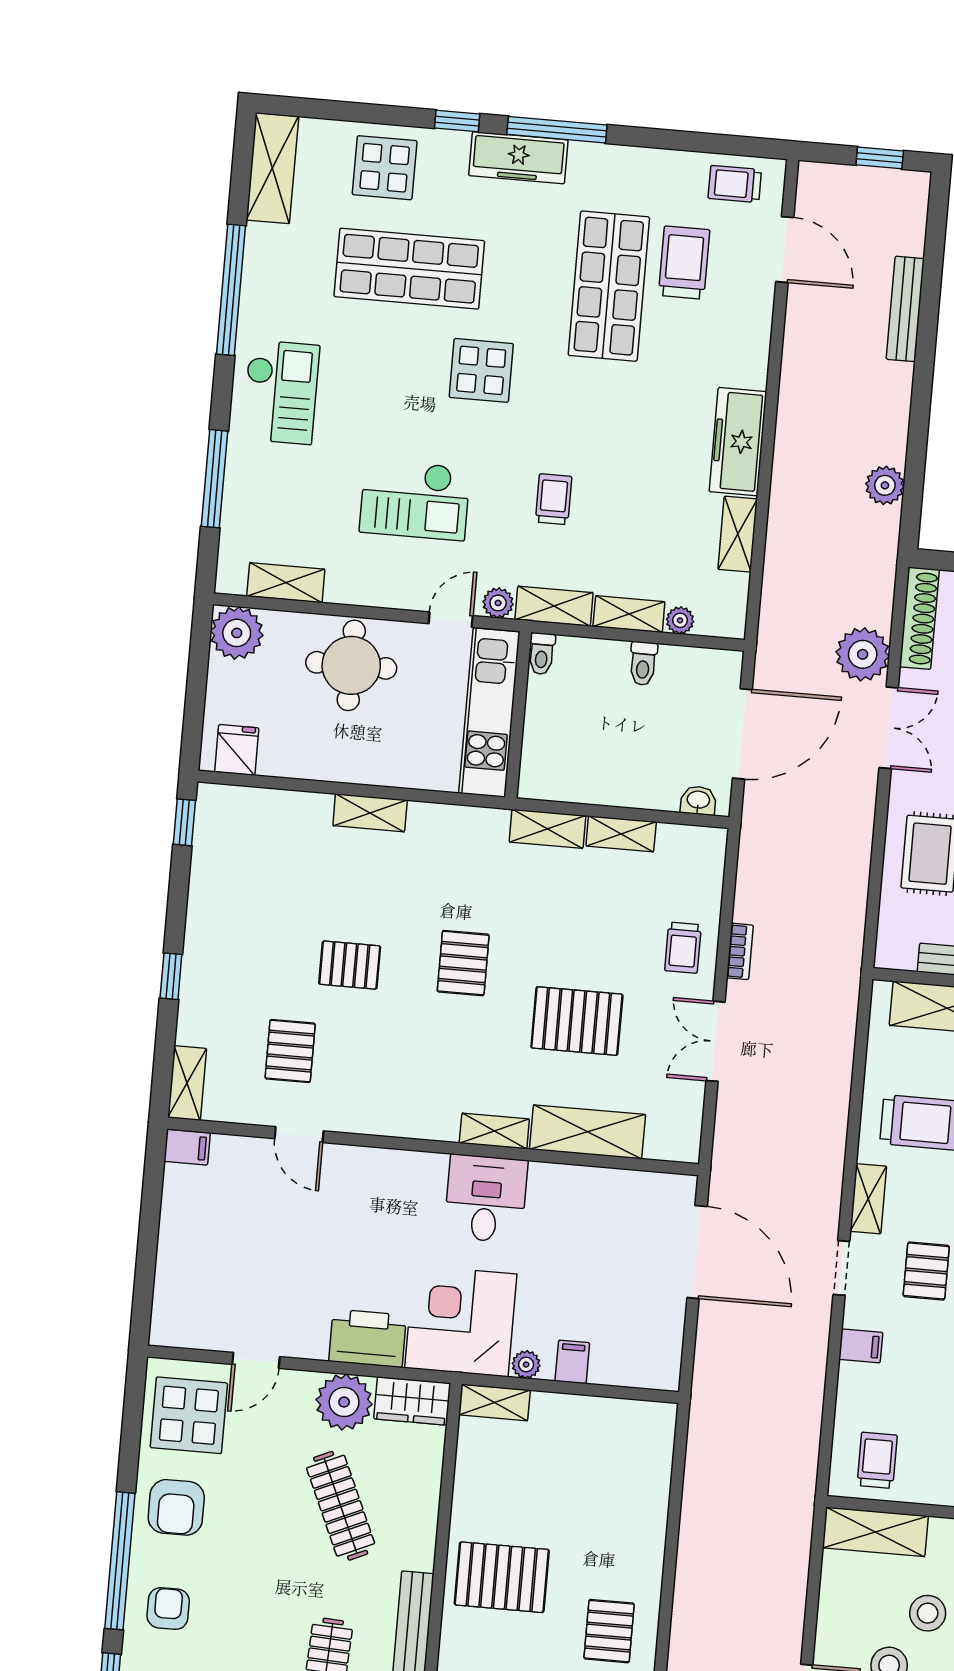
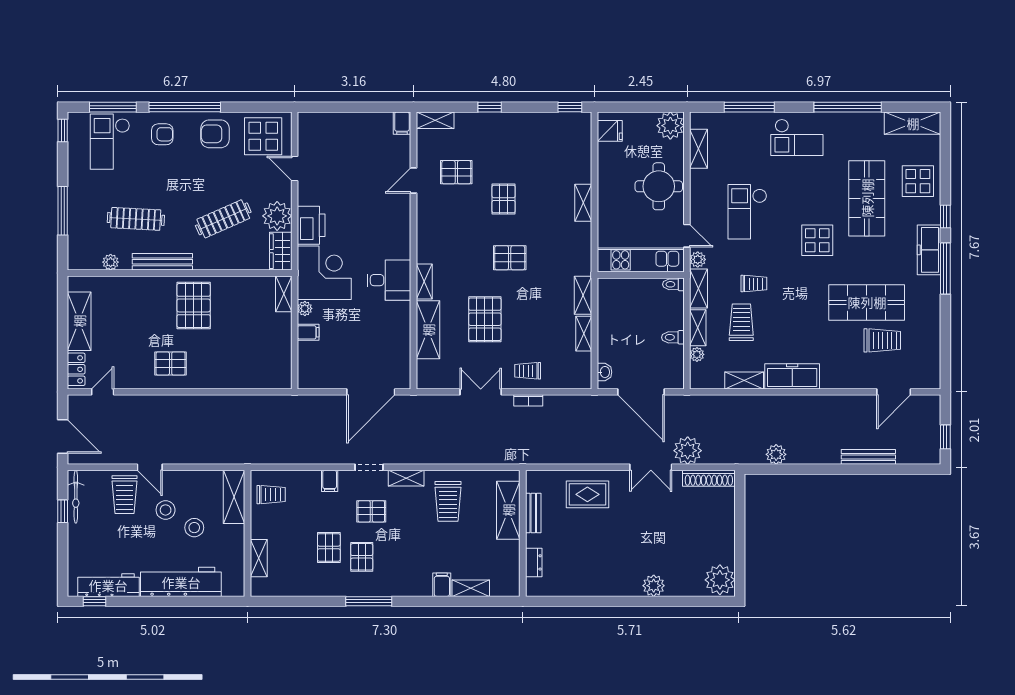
trolley: (735, 184) -> (741, 322), moved, width x1.36, depth x1.39

